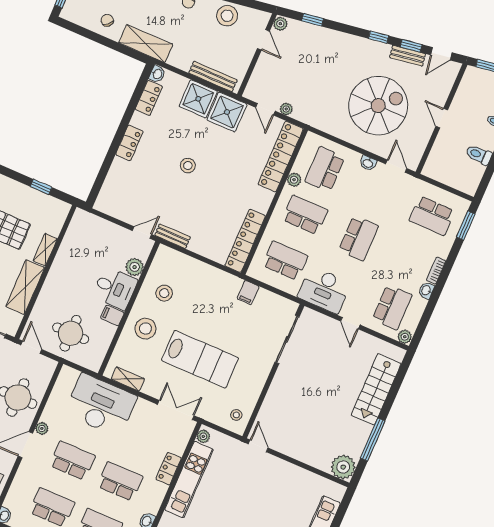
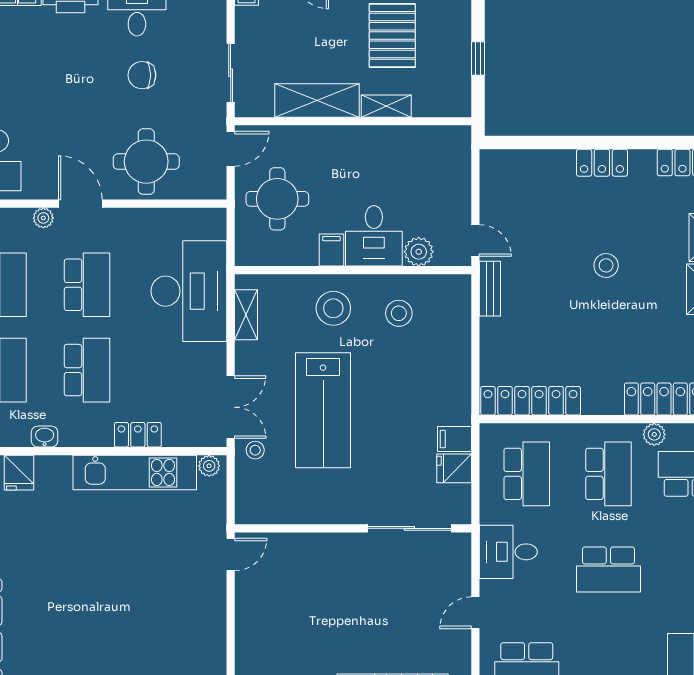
desk: (324, 290) -> (508, 552), width x0.73
fridge: (264, 300) -> (454, 468), added
stool: (236, 415) -> (255, 450), moved
plant: (42, 428) -> (43, 218), moved

